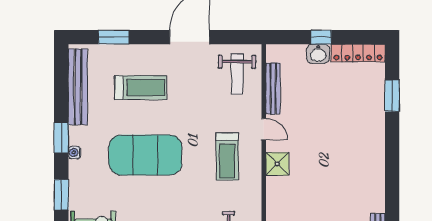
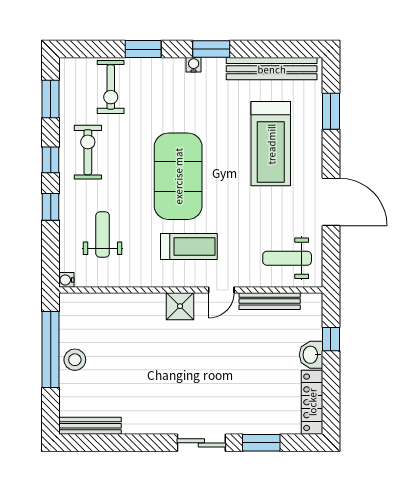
window: (321, 37) -> (331, 339), moved
treadmill: (141, 88) -> (271, 144), width x1.37, depth x1.38
sliding door: (392, 146) -> (201, 443), added
exercise mat: (145, 155) -> (178, 176), moved
treadmill: (227, 156) -> (189, 247), turned 180

